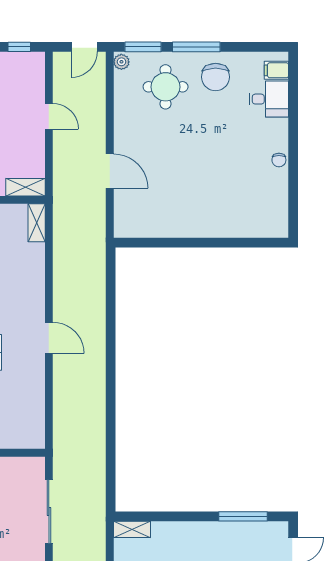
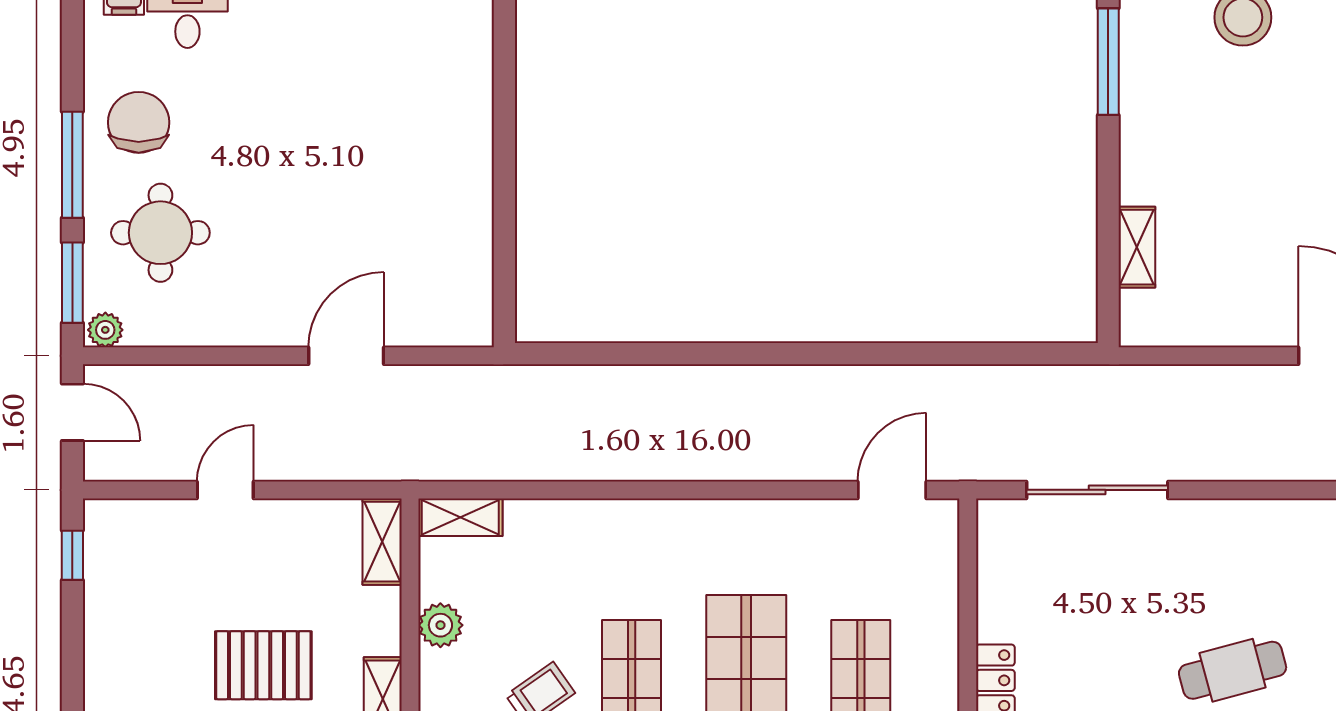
chair: (216, 77) -> (139, 122), turned -90
door: (49, 338) -> (892, 490), moved
shelving: (132, 529) -> (1137, 247), moved

